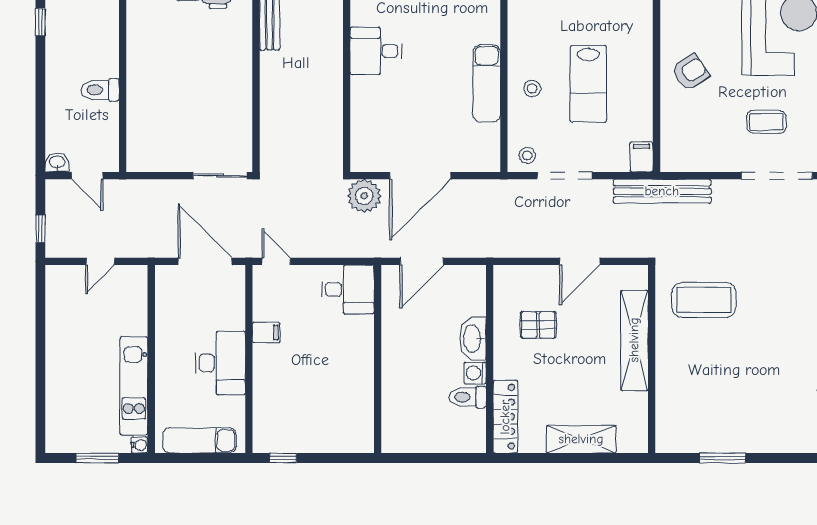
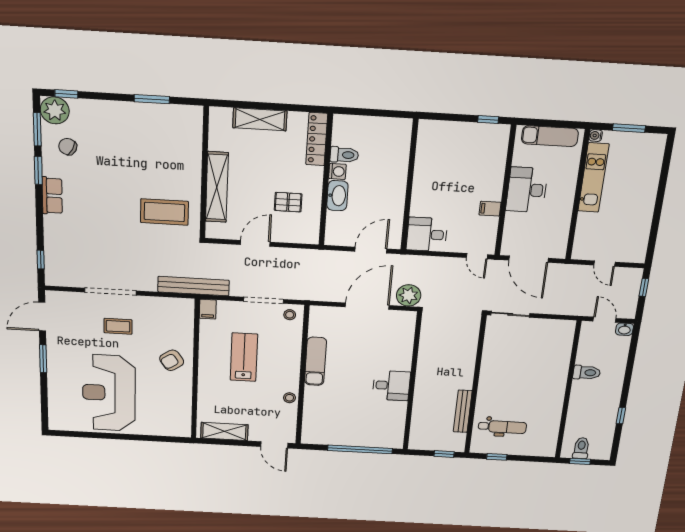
stool: (532, 88) -> (289, 398), moved
door: (100, 261) -> (605, 264), swing flipped

